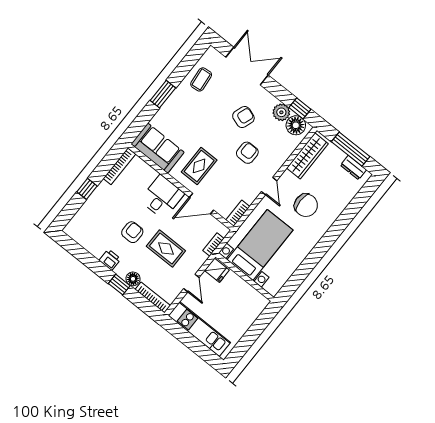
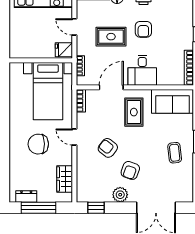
coffee table: (201, 79) -> (175, 153), moved
plant: (281, 112) -> (120, 195), moved
floor lamp: (296, 125) -> (90, 194), removed
armchair: (247, 153) -> (108, 148), turned 128
wardrobe: (307, 156) -> (65, 179), width x0.67

